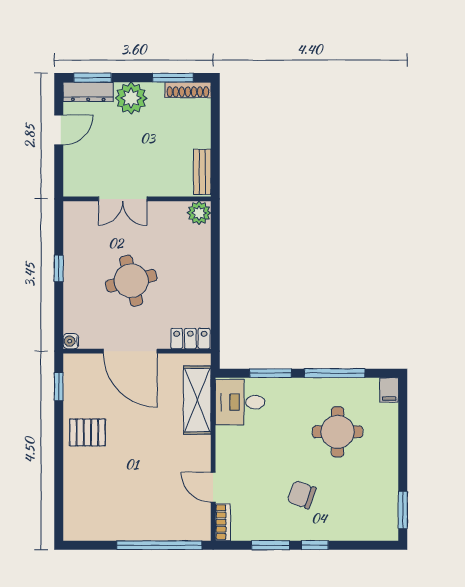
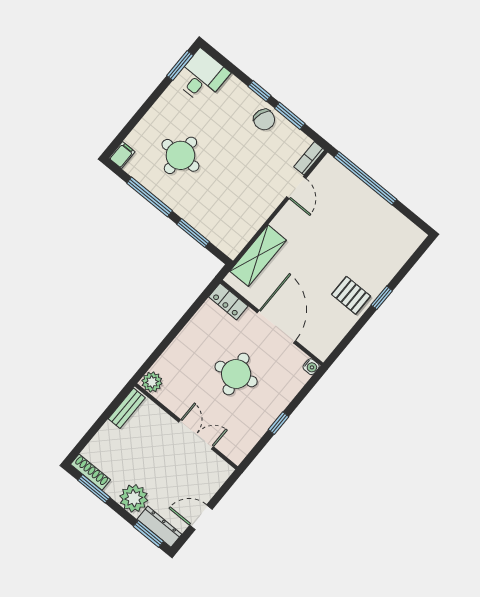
window: (59, 387) -> (382, 298), moved
desk: (240, 402) -> (202, 77), moved, turned -90
chair: (302, 495) -> (264, 120), moved

